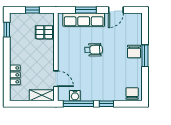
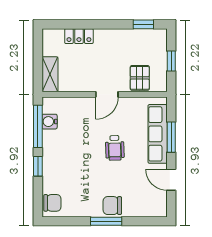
door: (56, 79) -> (107, 94), moved

